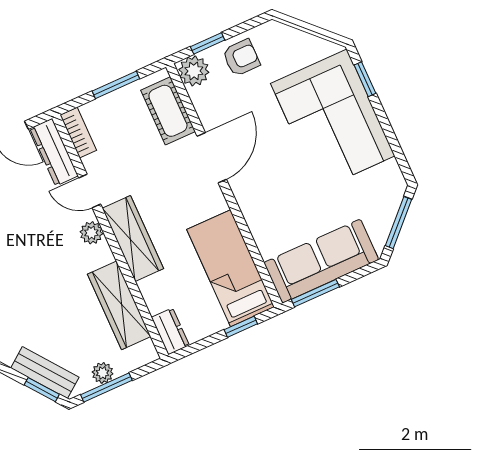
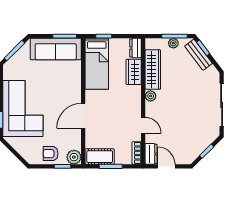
cot: (168, 111) -> (100, 157), moved, turned 90
dresser: (54, 152) -> (151, 154), width x0.70
plant: (91, 233) -> (151, 96), moved
wardrobe: (133, 238) -> (134, 72), moved, width x0.67

